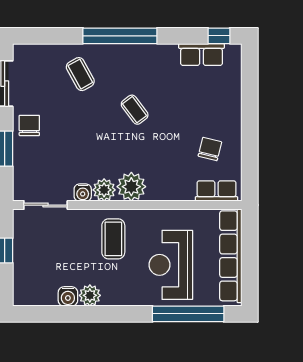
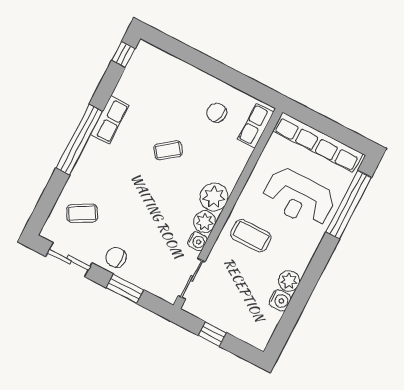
row of seats: (201, 55) -> (110, 120), moved
coffee table: (80, 74) -> (82, 213), moved
coffee table: (135, 110) -> (168, 150), moved

